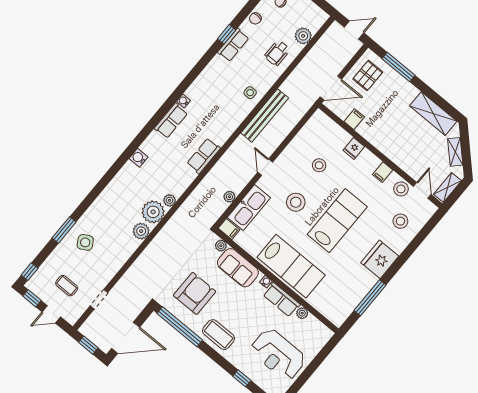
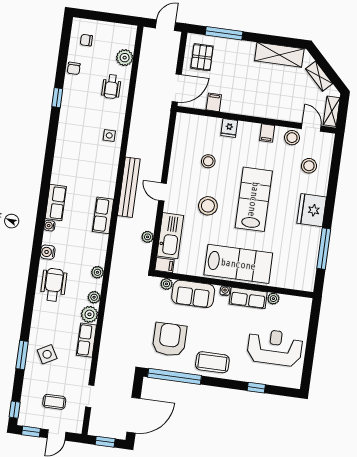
row of seats: (233, 45) -> (86, 340), moved, turned 180
water cooler: (183, 101) -> (49, 226), moved
bench: (265, 115) -> (129, 187), moved
wheelchair: (127, 188) -> (54, 285), added
plant: (153, 212) -> (94, 297), width x0.53, depth x0.53
reception desk: (278, 354) -> (275, 347), turned 180

